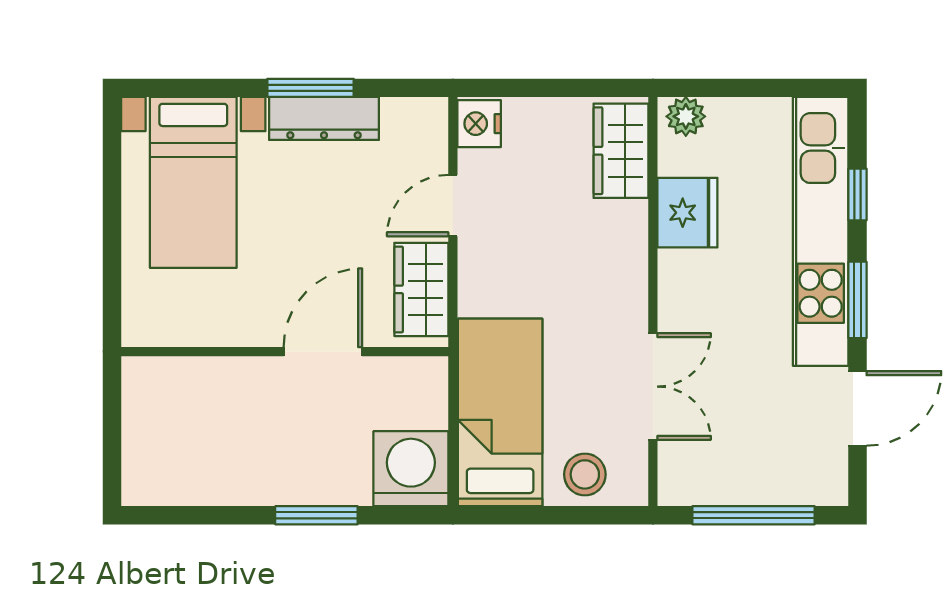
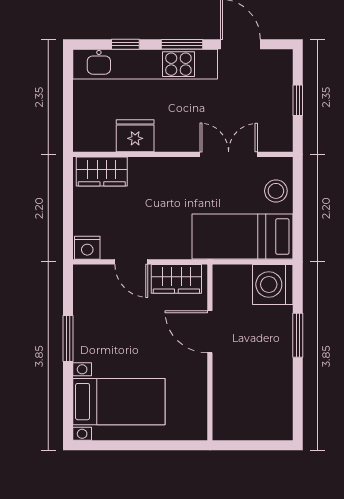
plant: (686, 116) -> (83, 137), removed
dresser: (324, 118) -> (84, 331), removed
window: (753, 515) -> (298, 100), width x0.46

